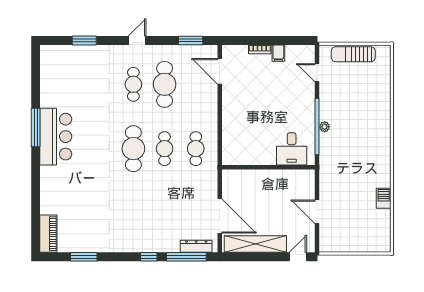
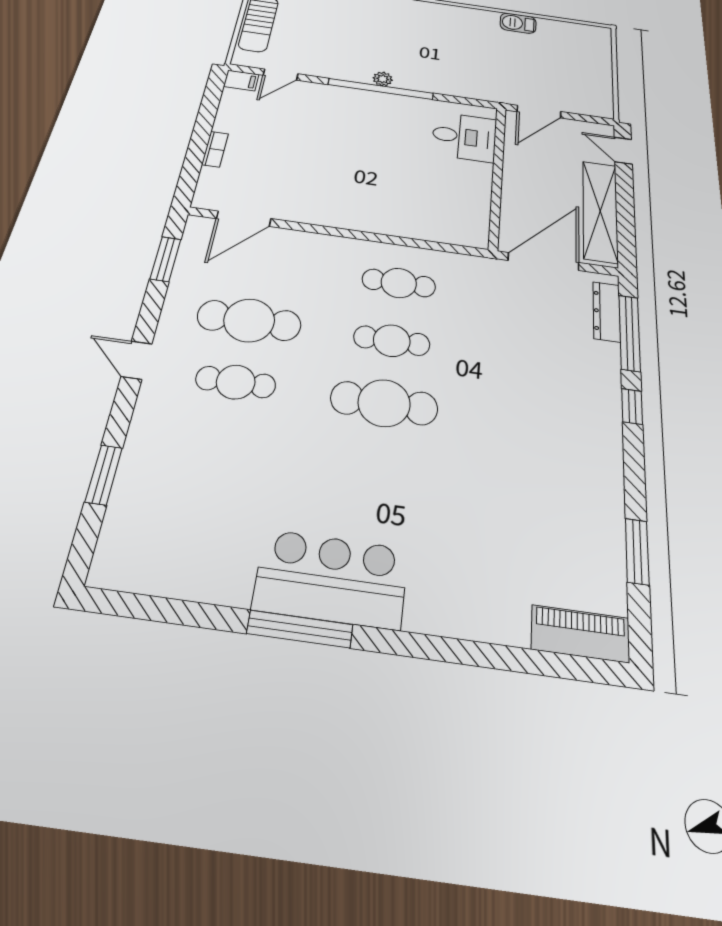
filing cabinet: (278, 53) -> (241, 80), moved
desk: (292, 149) -> (464, 137), moved
wall: (268, 167) -> (497, 176), moved

